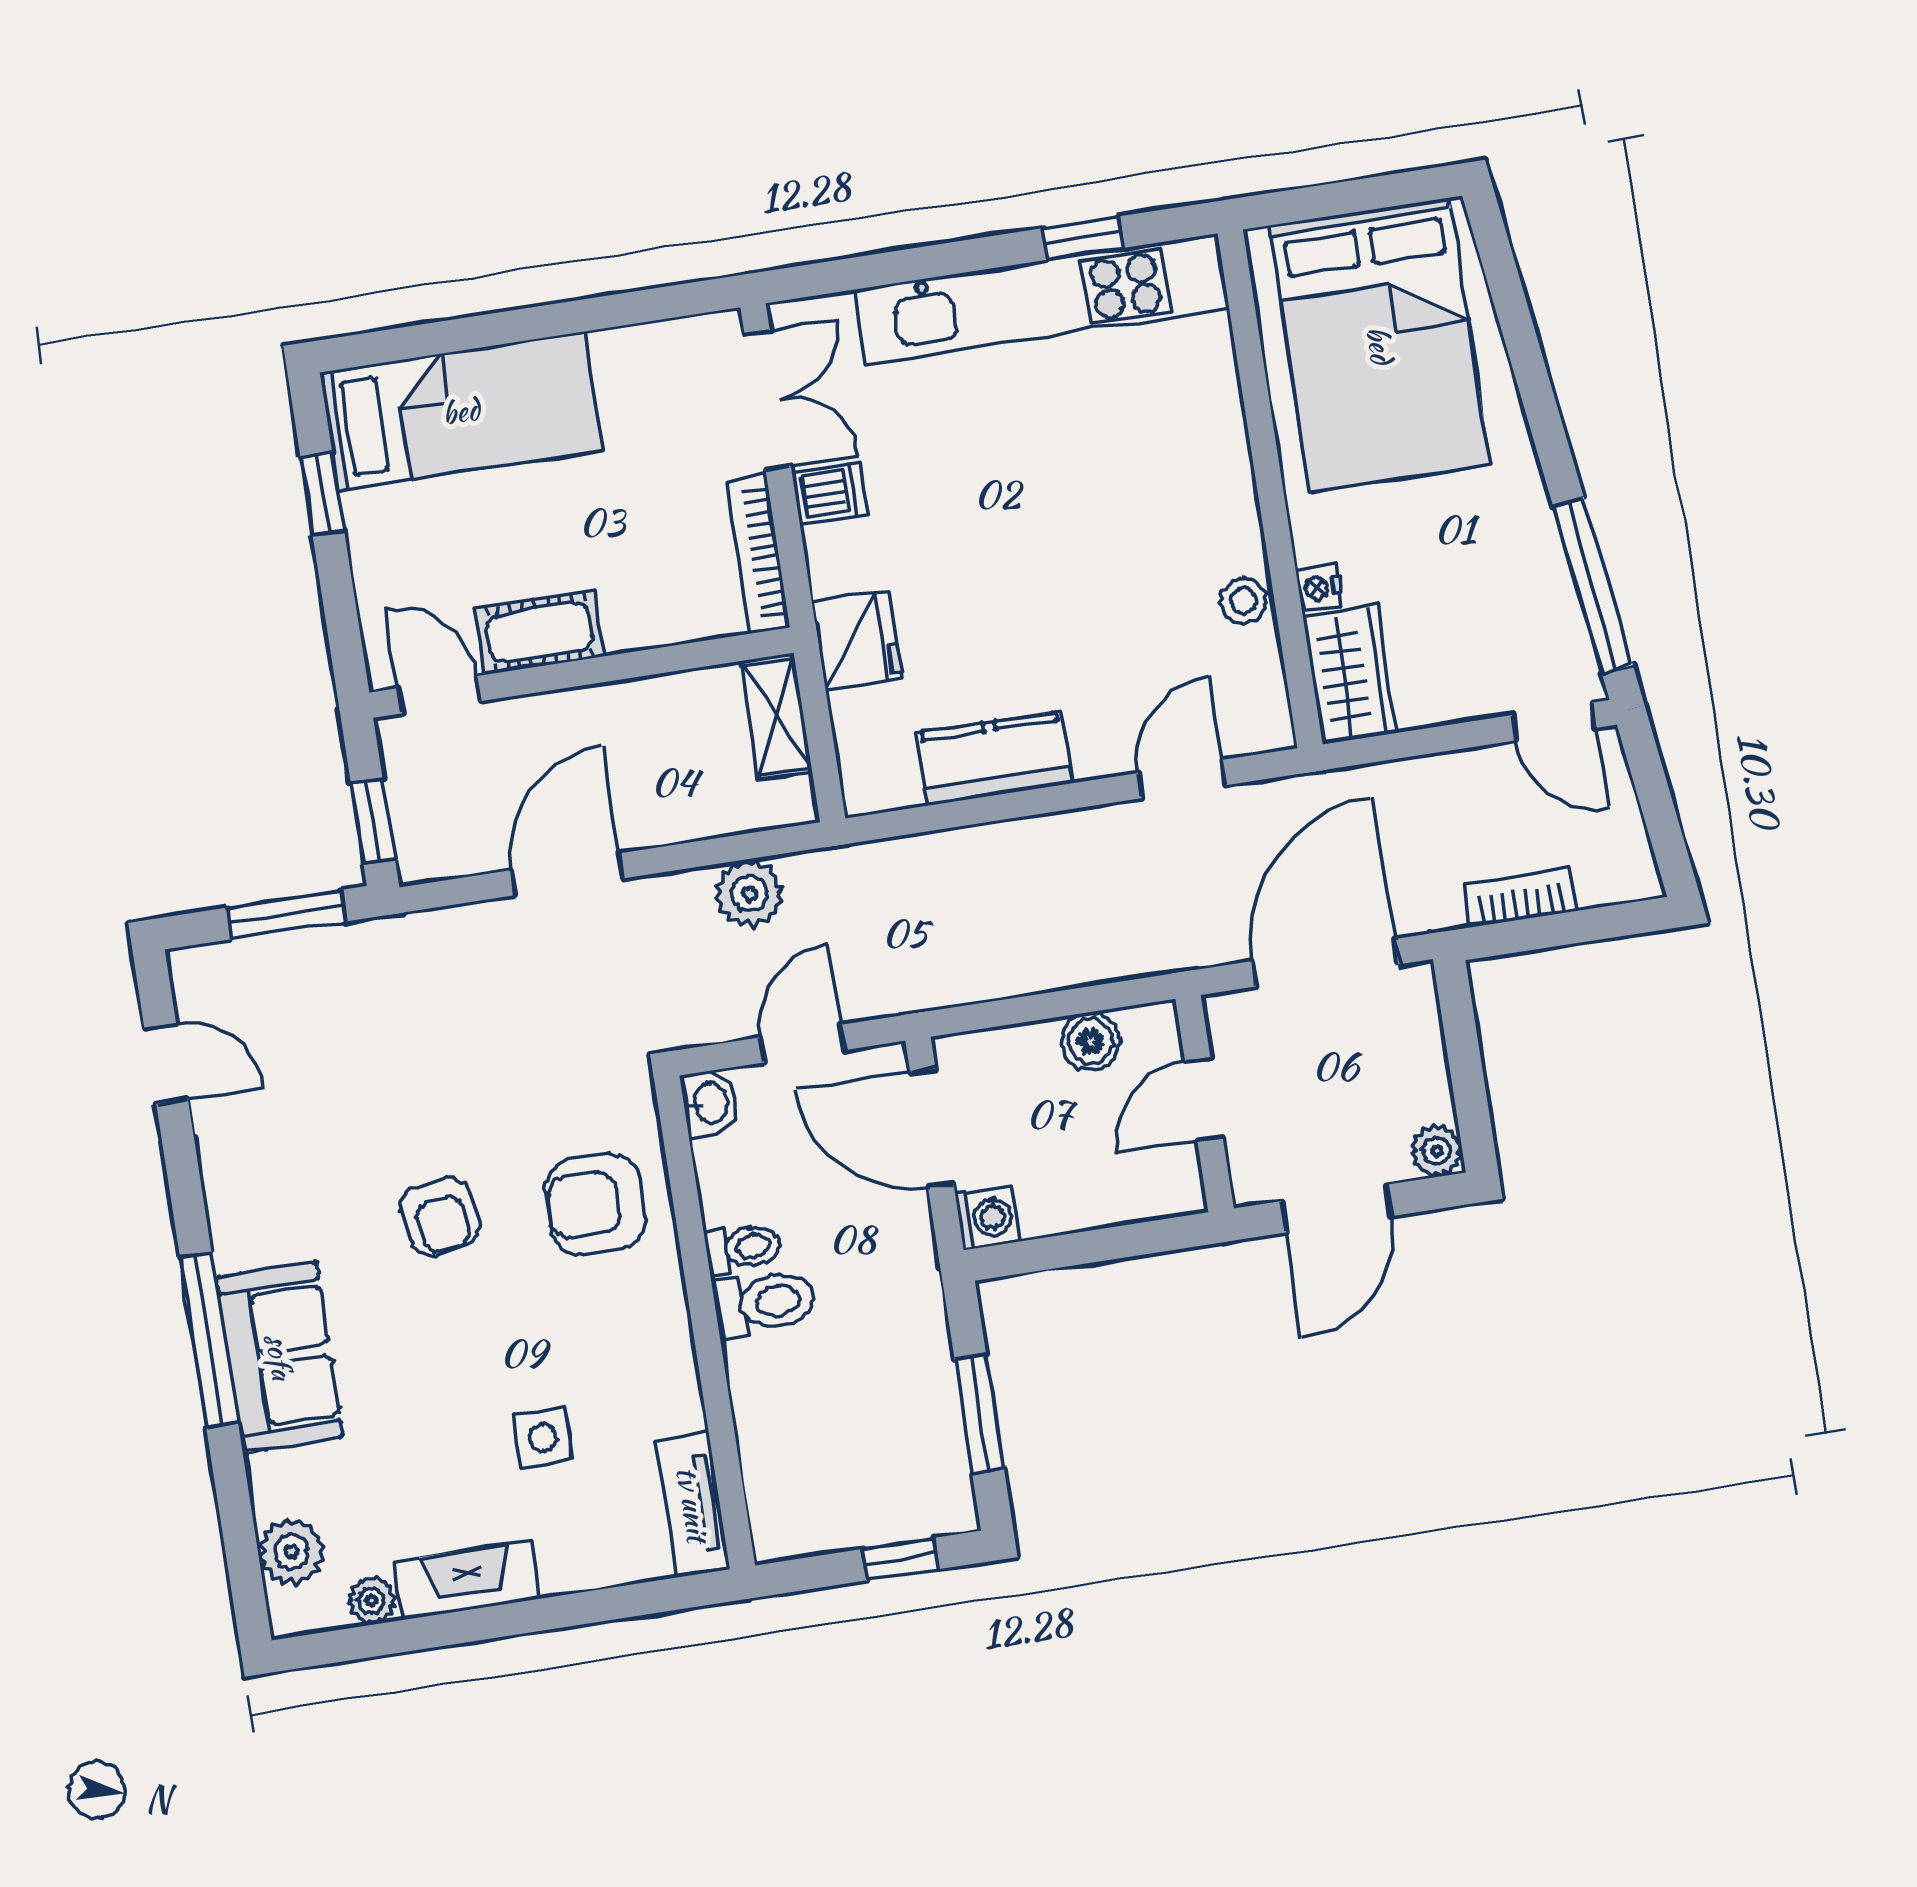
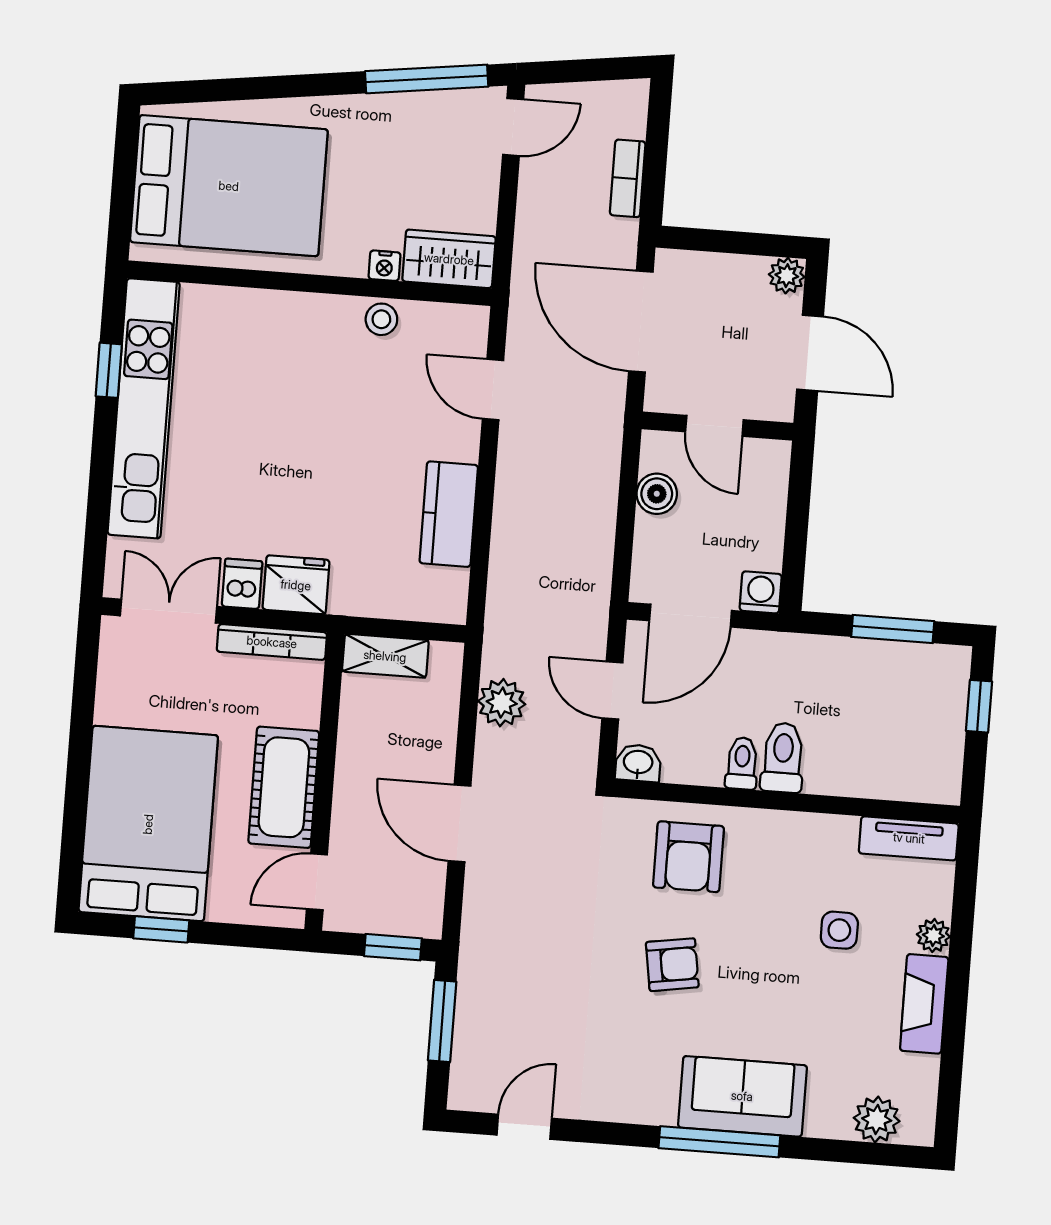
bed: (461, 411) -> (148, 824), width x1.50
cot: (539, 633) -> (284, 787), width x1.37, depth x1.34
fridge: (857, 640) -> (296, 585), moved
plant: (371, 1601) -> (933, 936), moved

